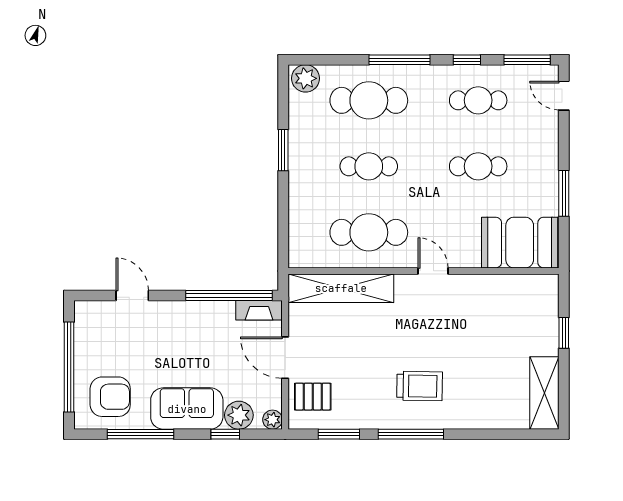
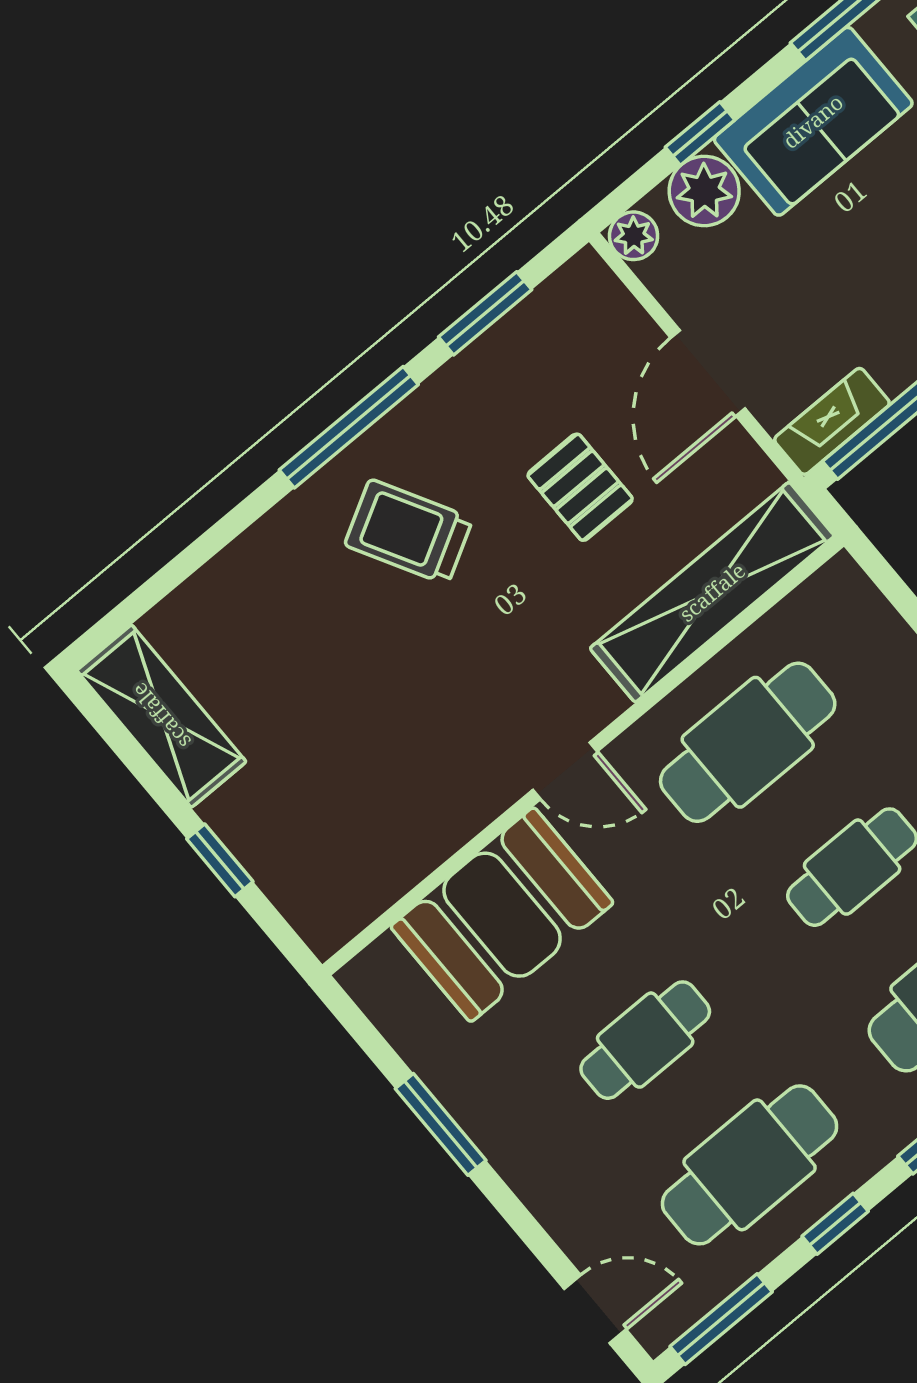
cafe table: (478, 100) -> (750, 1165), width x1.37, depth x1.35
booth: (520, 243) -> (502, 915), moved
door: (285, 358) -> (708, 373), swing flipped
trolley: (420, 386) -> (409, 532), turned 60
pallet: (313, 397) -> (580, 487), moved, turned 90

